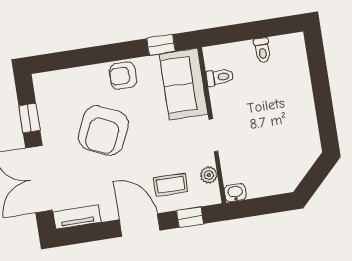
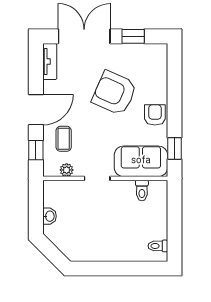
toilet: (262, 50) -> (158, 246), moved
washbasin: (235, 193) -> (49, 216), moved

